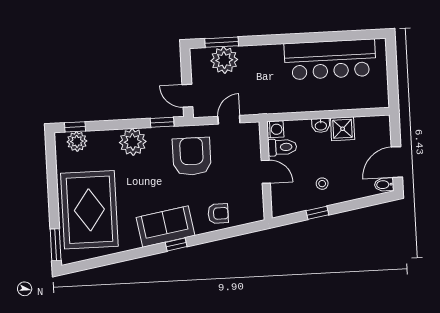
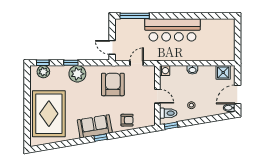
window: (222, 42) -> (135, 16), width x1.44
bar counter: (330, 59) -> (172, 30), moved
plant: (224, 60) -> (136, 27), removed
window: (162, 122) -> (71, 63), moved
shower: (343, 129) -> (223, 72), moved
toilet: (282, 147) -> (168, 113), moved
window: (317, 213) -> (171, 126), moved
window: (56, 245) -> (27, 134), removed

